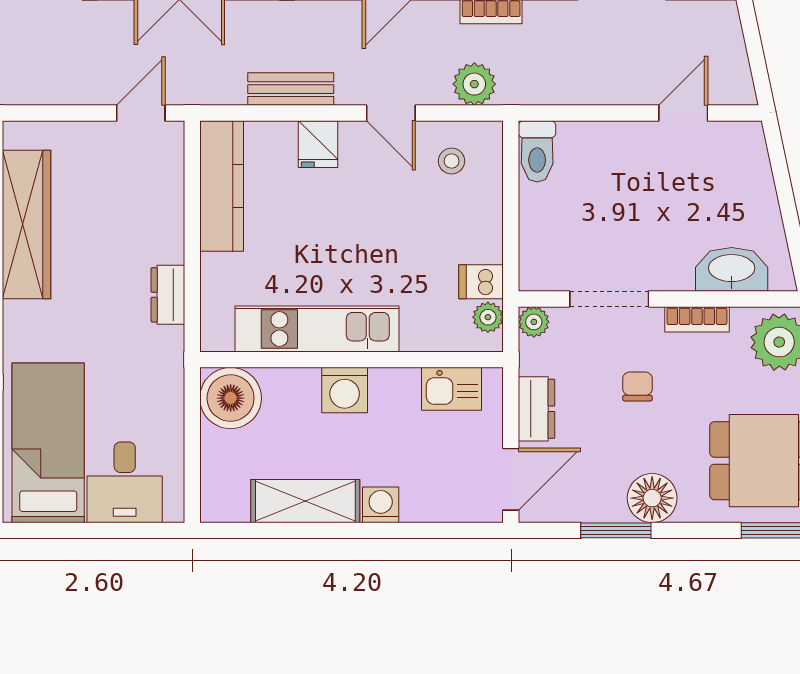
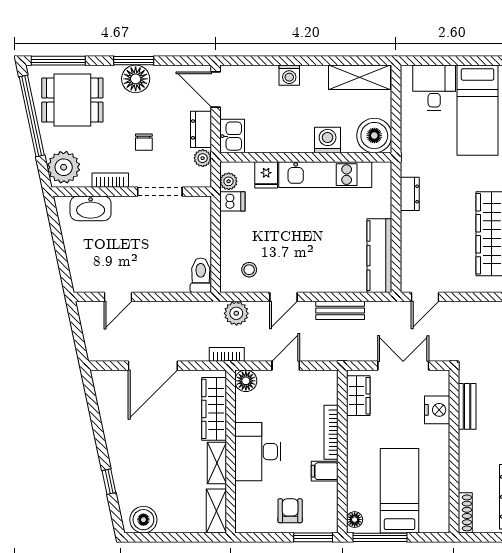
door: (391, 113) -> (283, 297), swing flipped
fridge: (318, 144) -> (266, 175), moved, turned 180
plant: (534, 322) -> (203, 158), moved
kitchen sink: (451, 389) -> (232, 136), moved, turned 90
washing machine: (345, 390) -> (328, 140), moved
door: (511, 479) -> (216, 90), hinge flipped
shelving: (305, 501) -> (359, 77), moved
window: (616, 530) -> (134, 61), moved

